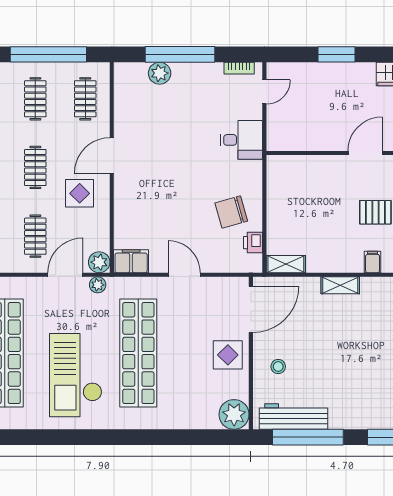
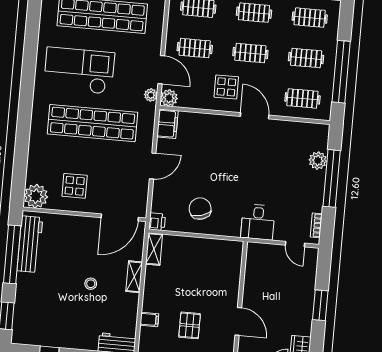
printer: (253, 243) -> (157, 222), moved, turned 90
shelving: (340, 285) -> (134, 277), moved
door: (251, 309) -> (120, 217), hinge flipped
display table: (228, 355) -> (75, 186), moved
stool: (278, 367) -> (91, 284), moved

